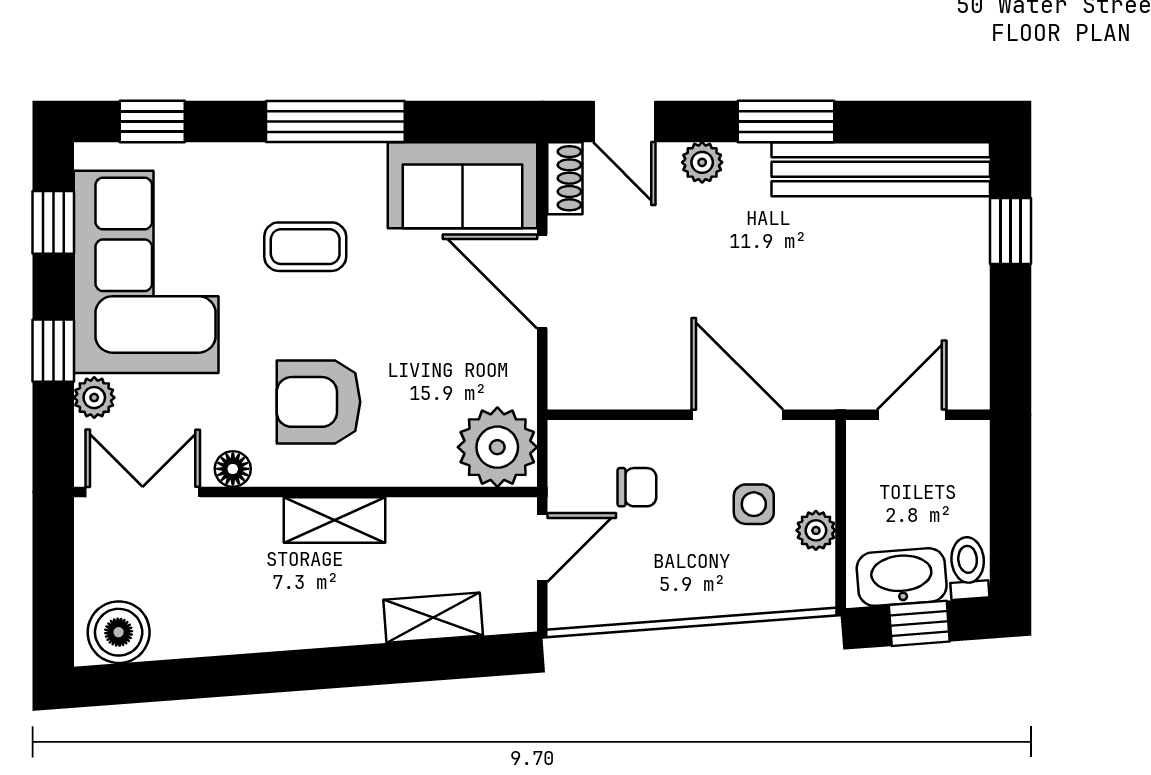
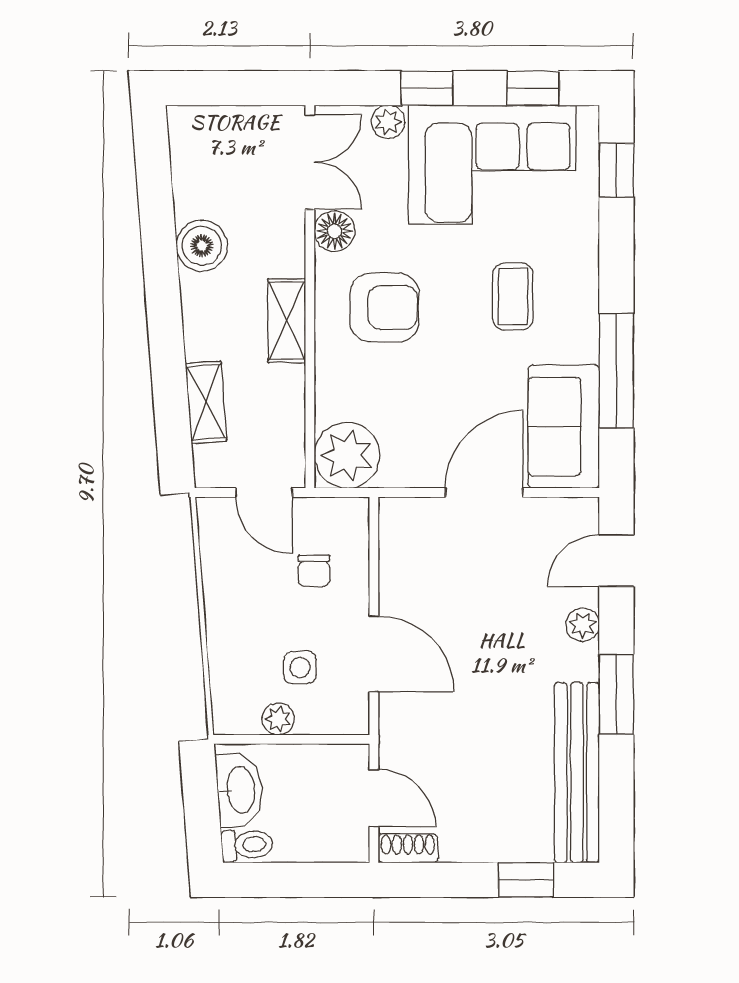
window: (335, 121) -> (616, 371), moved
shoe rack: (565, 178) -> (408, 848), moved, turned 180
armchair: (318, 402) -> (384, 307), turned 90
door: (737, 415) -> (374, 654), hinge flipped
floor lamp: (233, 469) -> (334, 231), width x1.37, depth x1.37
window: (919, 623) -> (201, 804), removed
boiler: (119, 632) -> (202, 246), moved

